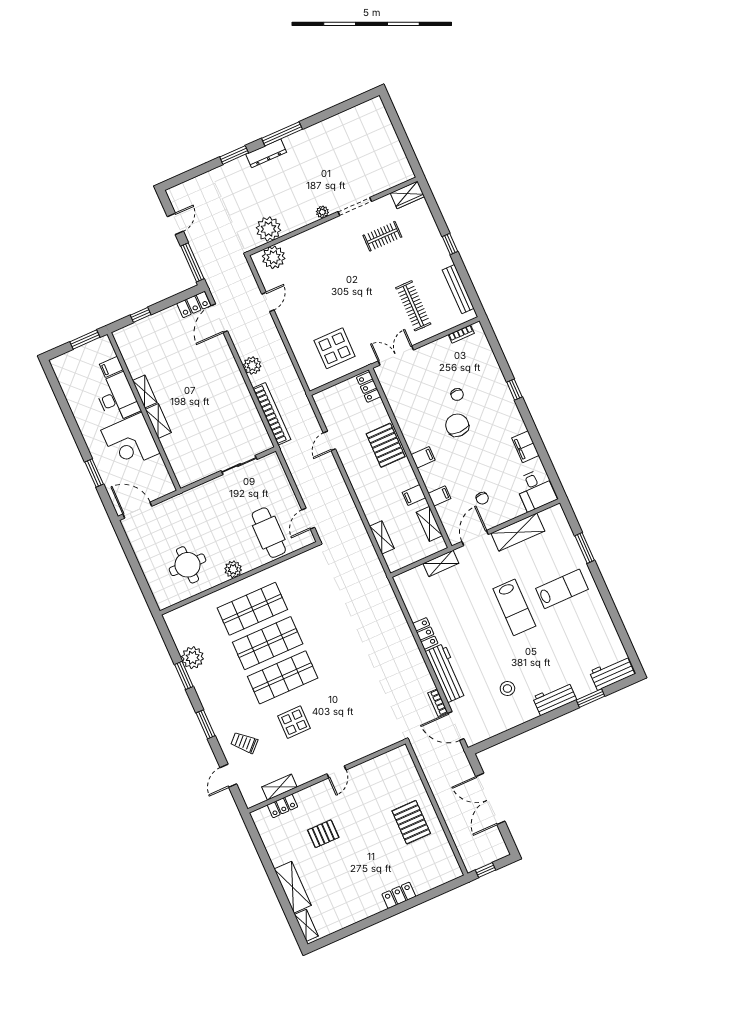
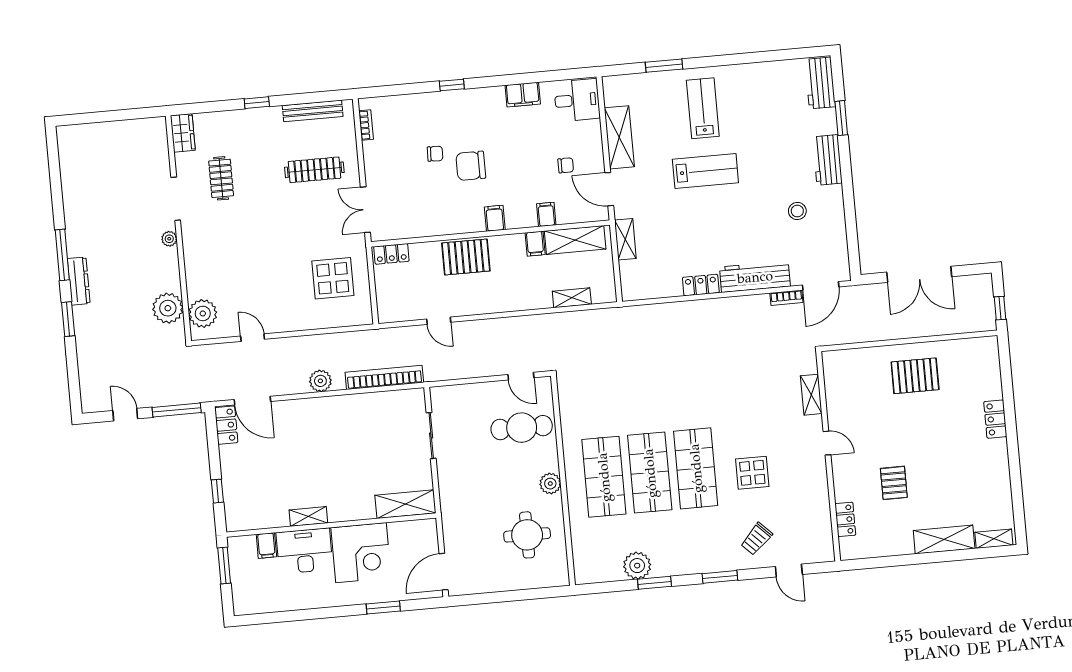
shelving: (158, 421) -> (405, 504), moved, width x1.50, depth x1.33
shelving: (429, 524) -> (575, 240), width x1.50, depth x1.33
shelving: (279, 787) -> (811, 395), moved

